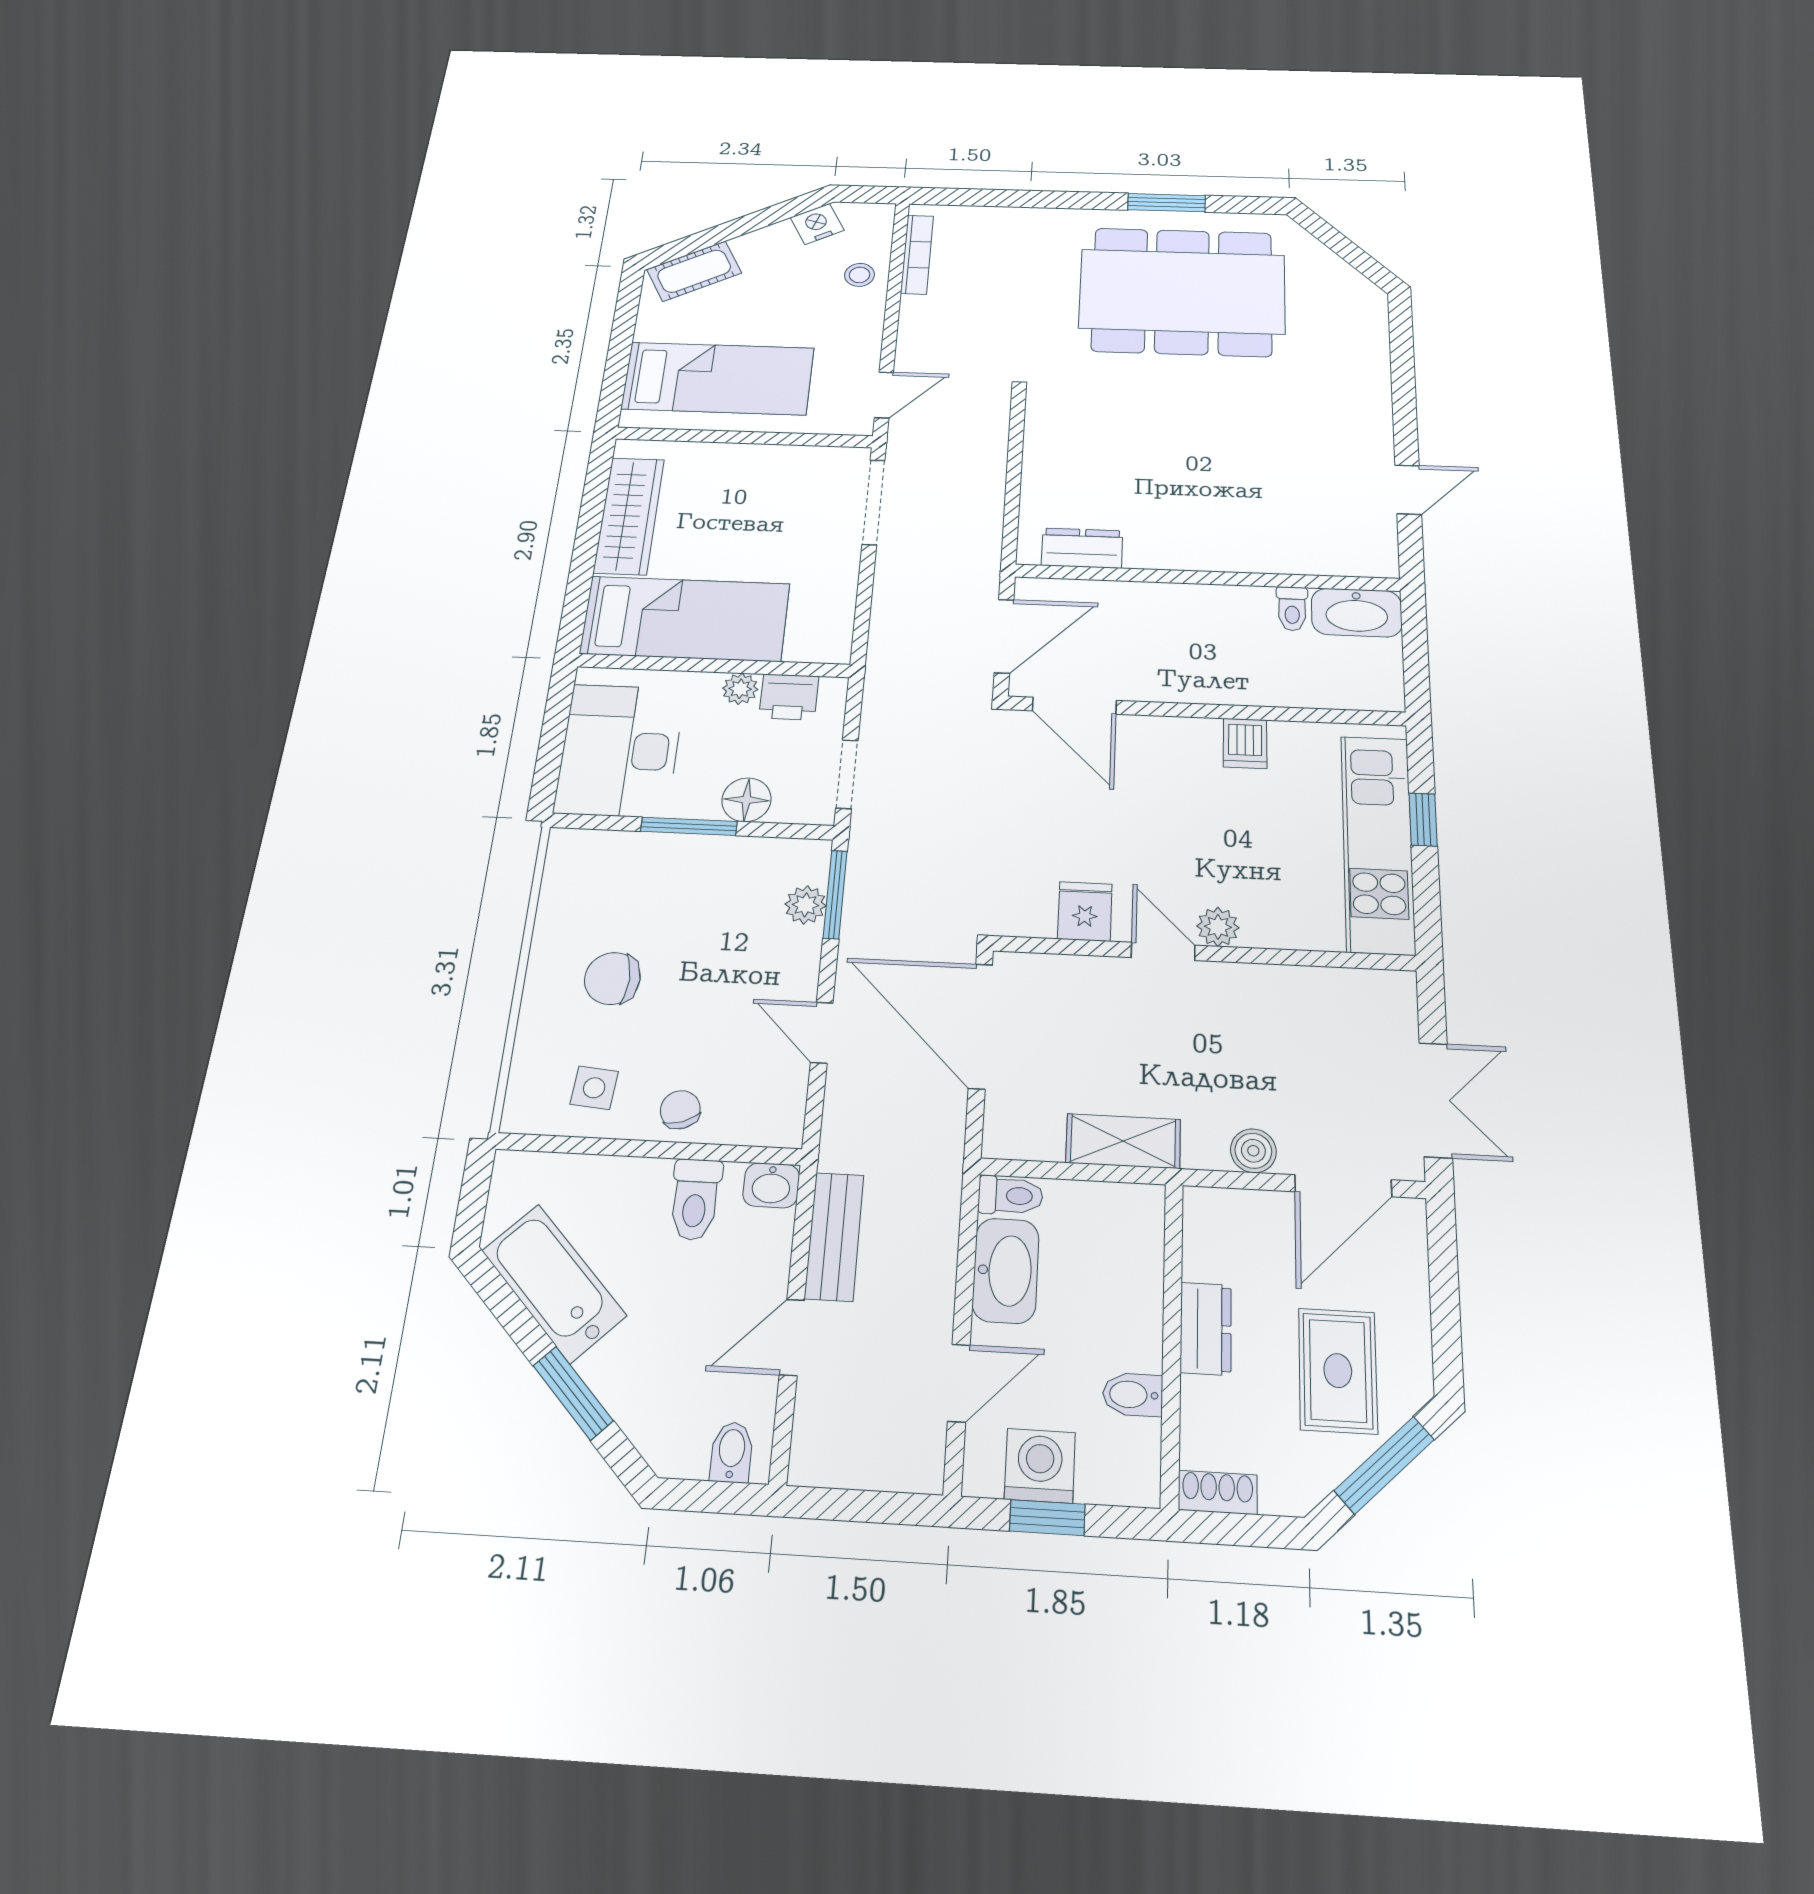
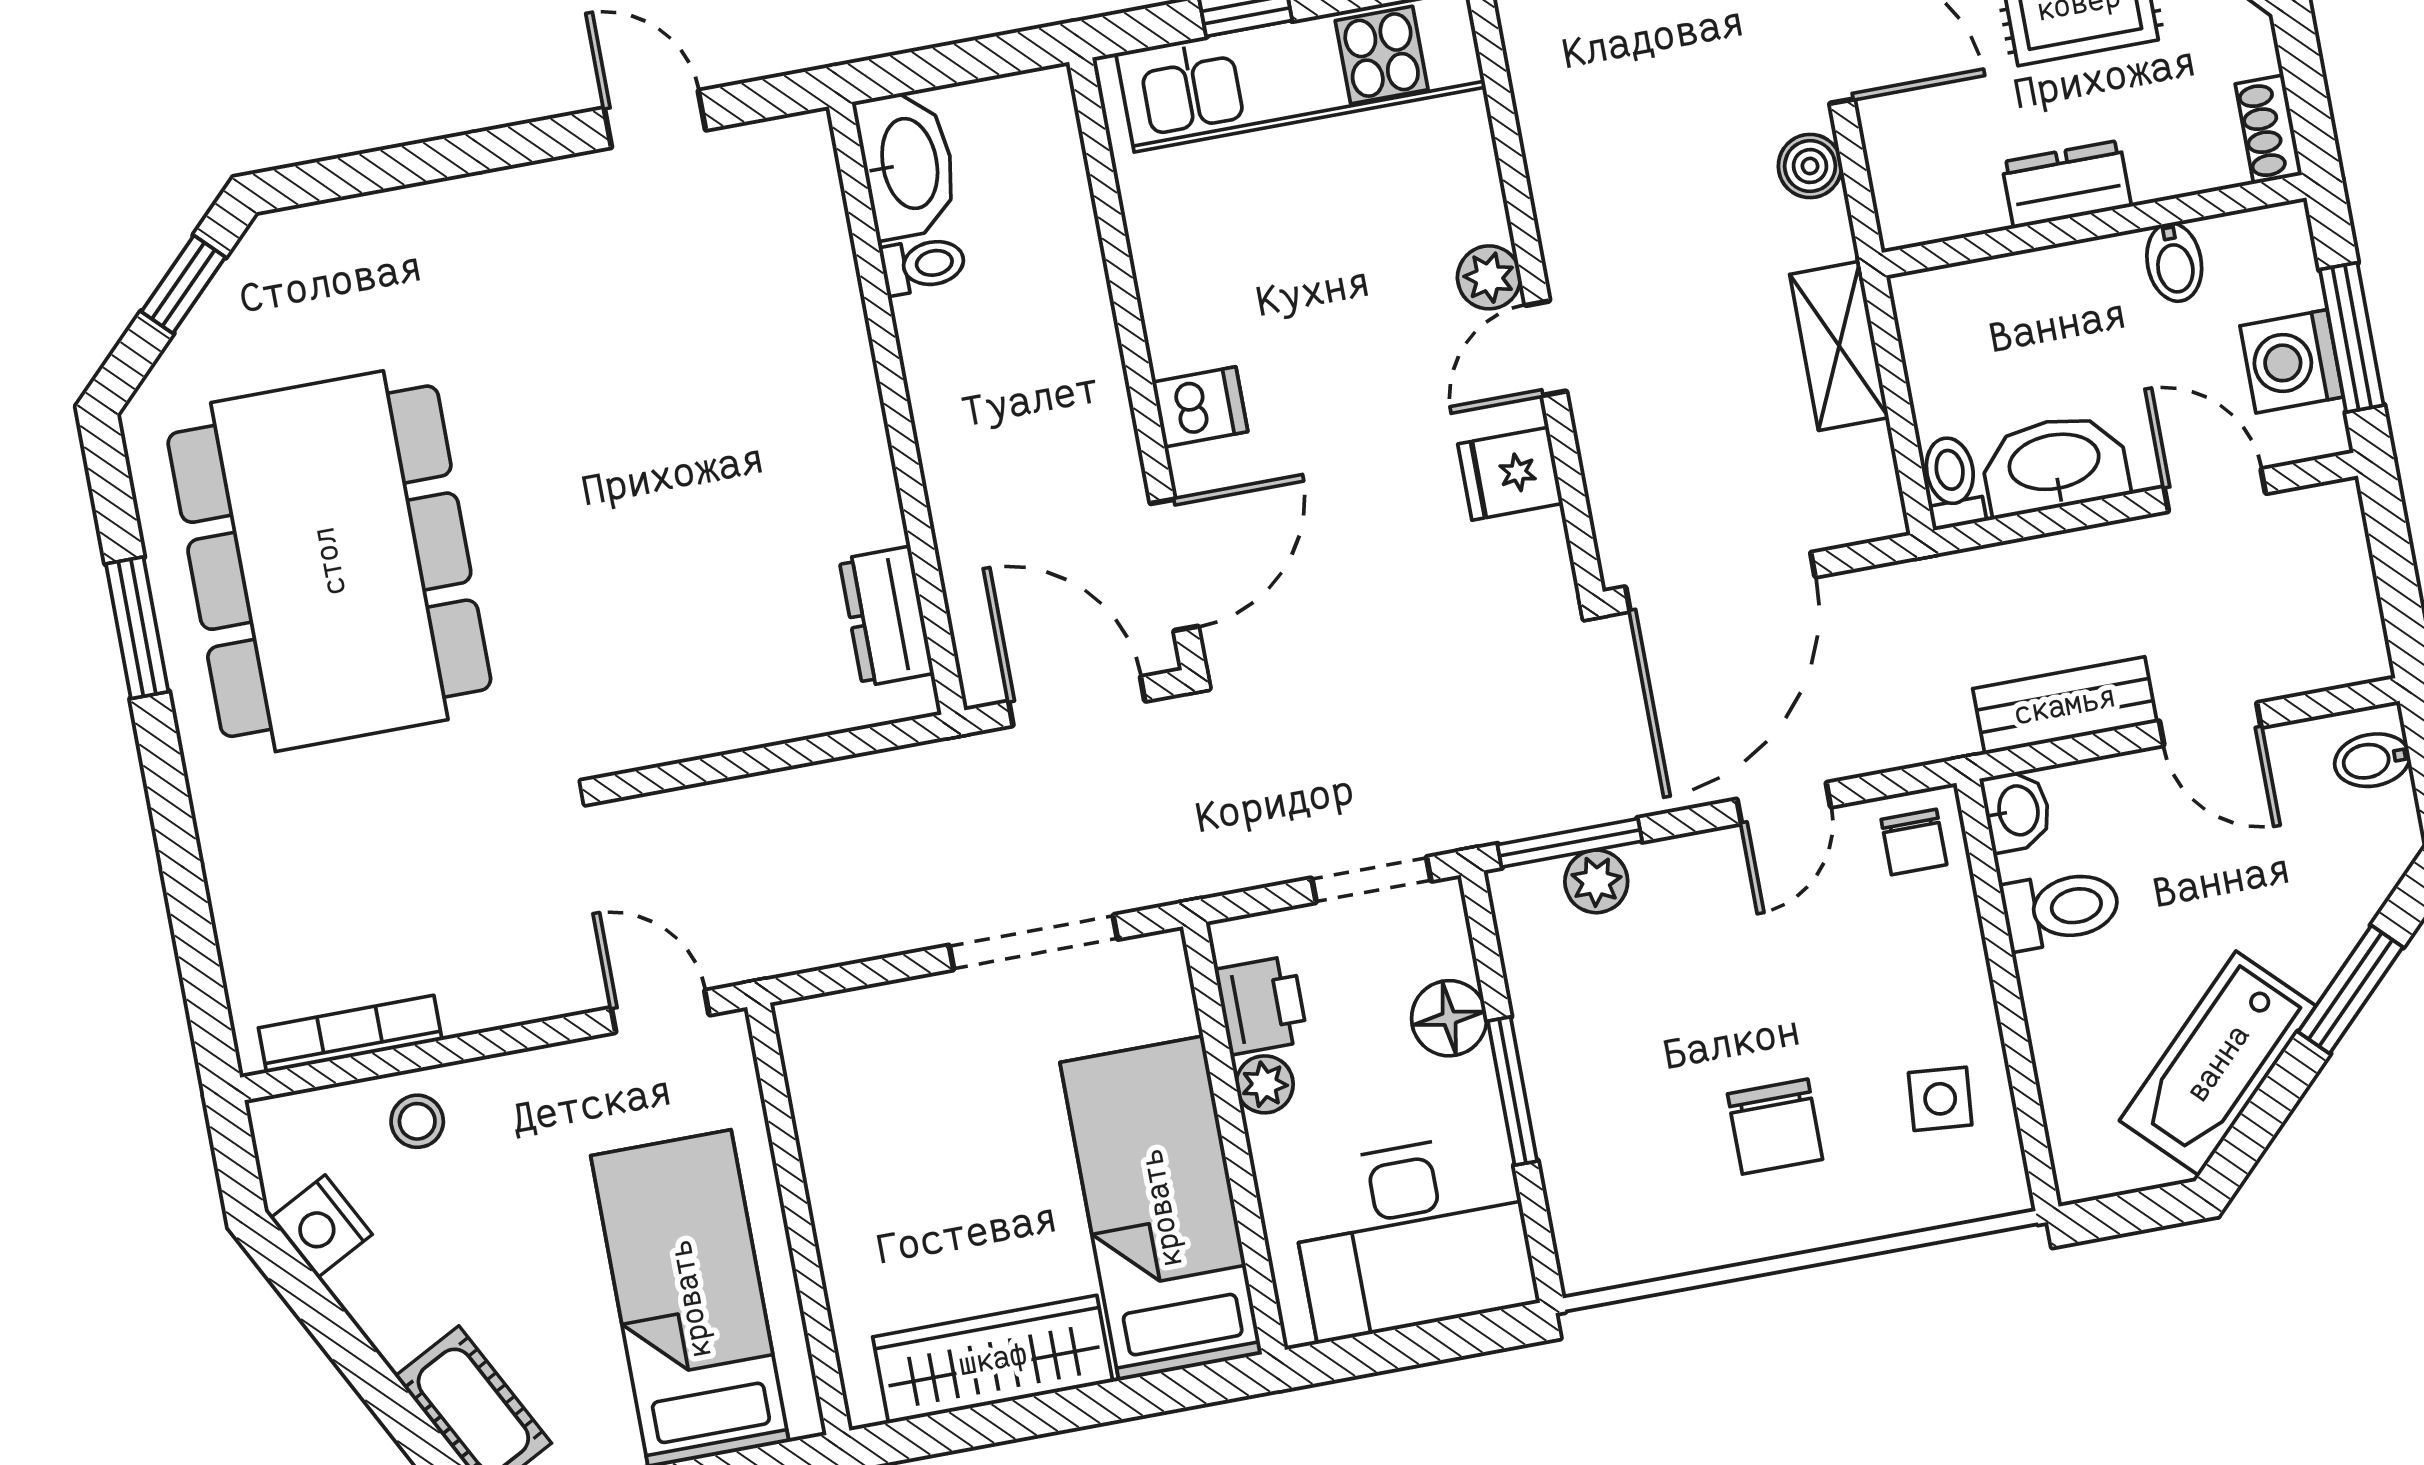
window: (1353, 255) -> (183, 284), added
doorway: (873, 502) -> (1033, 942), moved
dishwasher: (1245, 743) -> (1200, 407), moved
chair: (680, 1110) -> (1914, 842), moved, turned -71
window: (1047, 1518) -> (2352, 337), width x1.50

